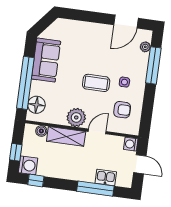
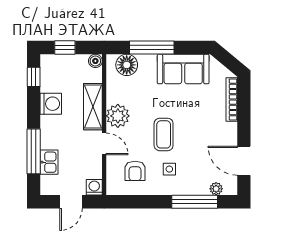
bookcase: (76, 25) -> (232, 99), added
window: (25, 83) -> (152, 48), width x0.68
boiler: (41, 131) -> (95, 61), moved
washing machine: (28, 165) -> (51, 104), moved, turned -90

